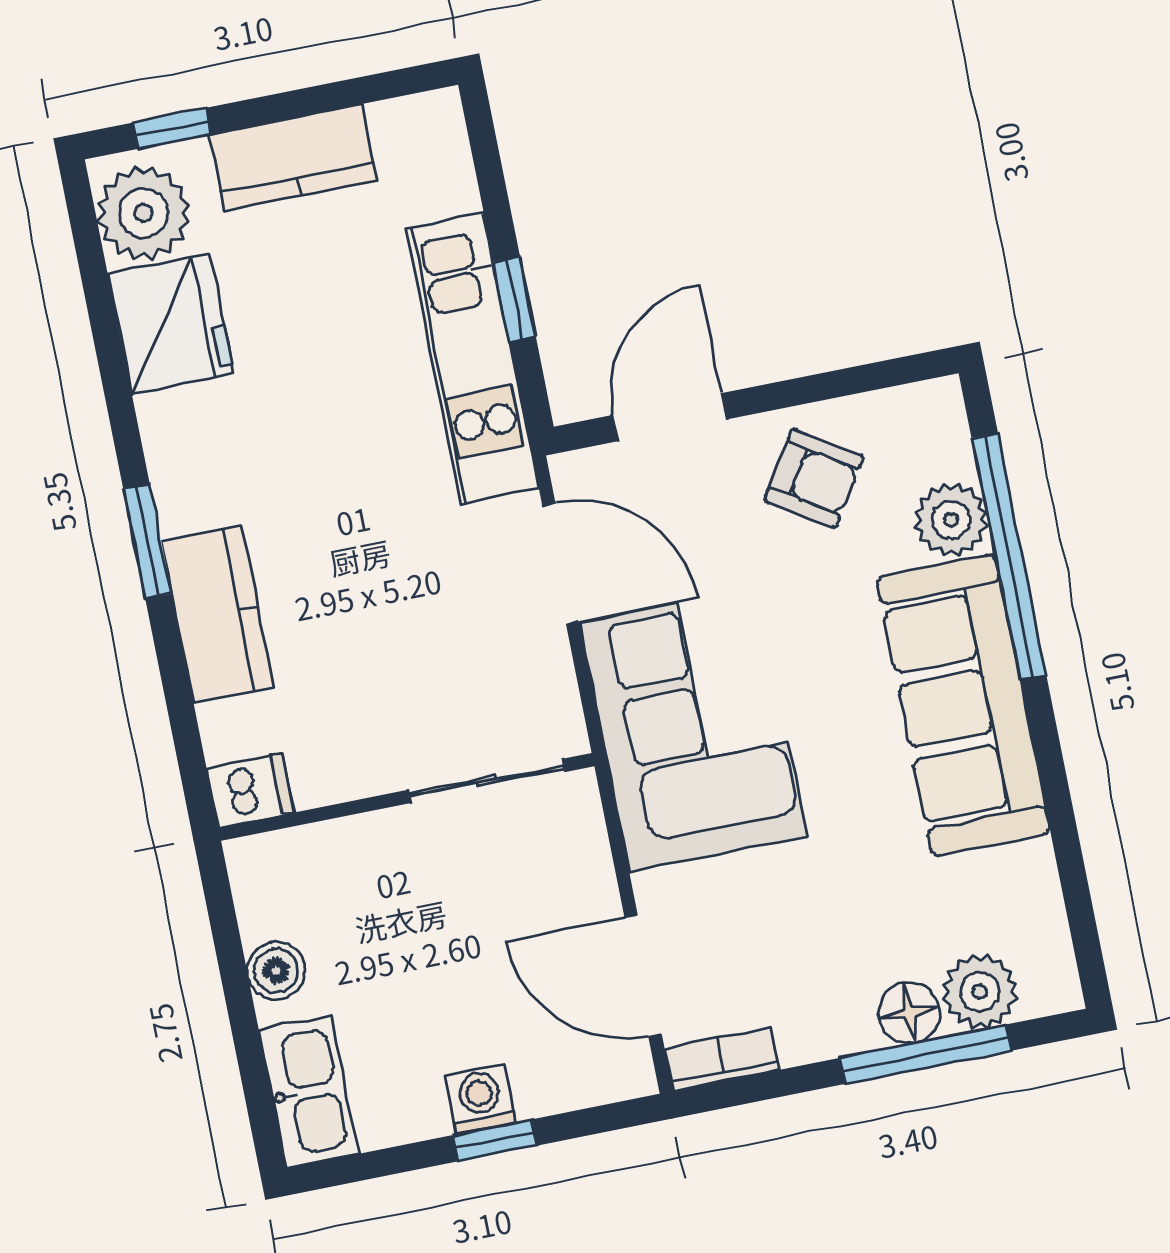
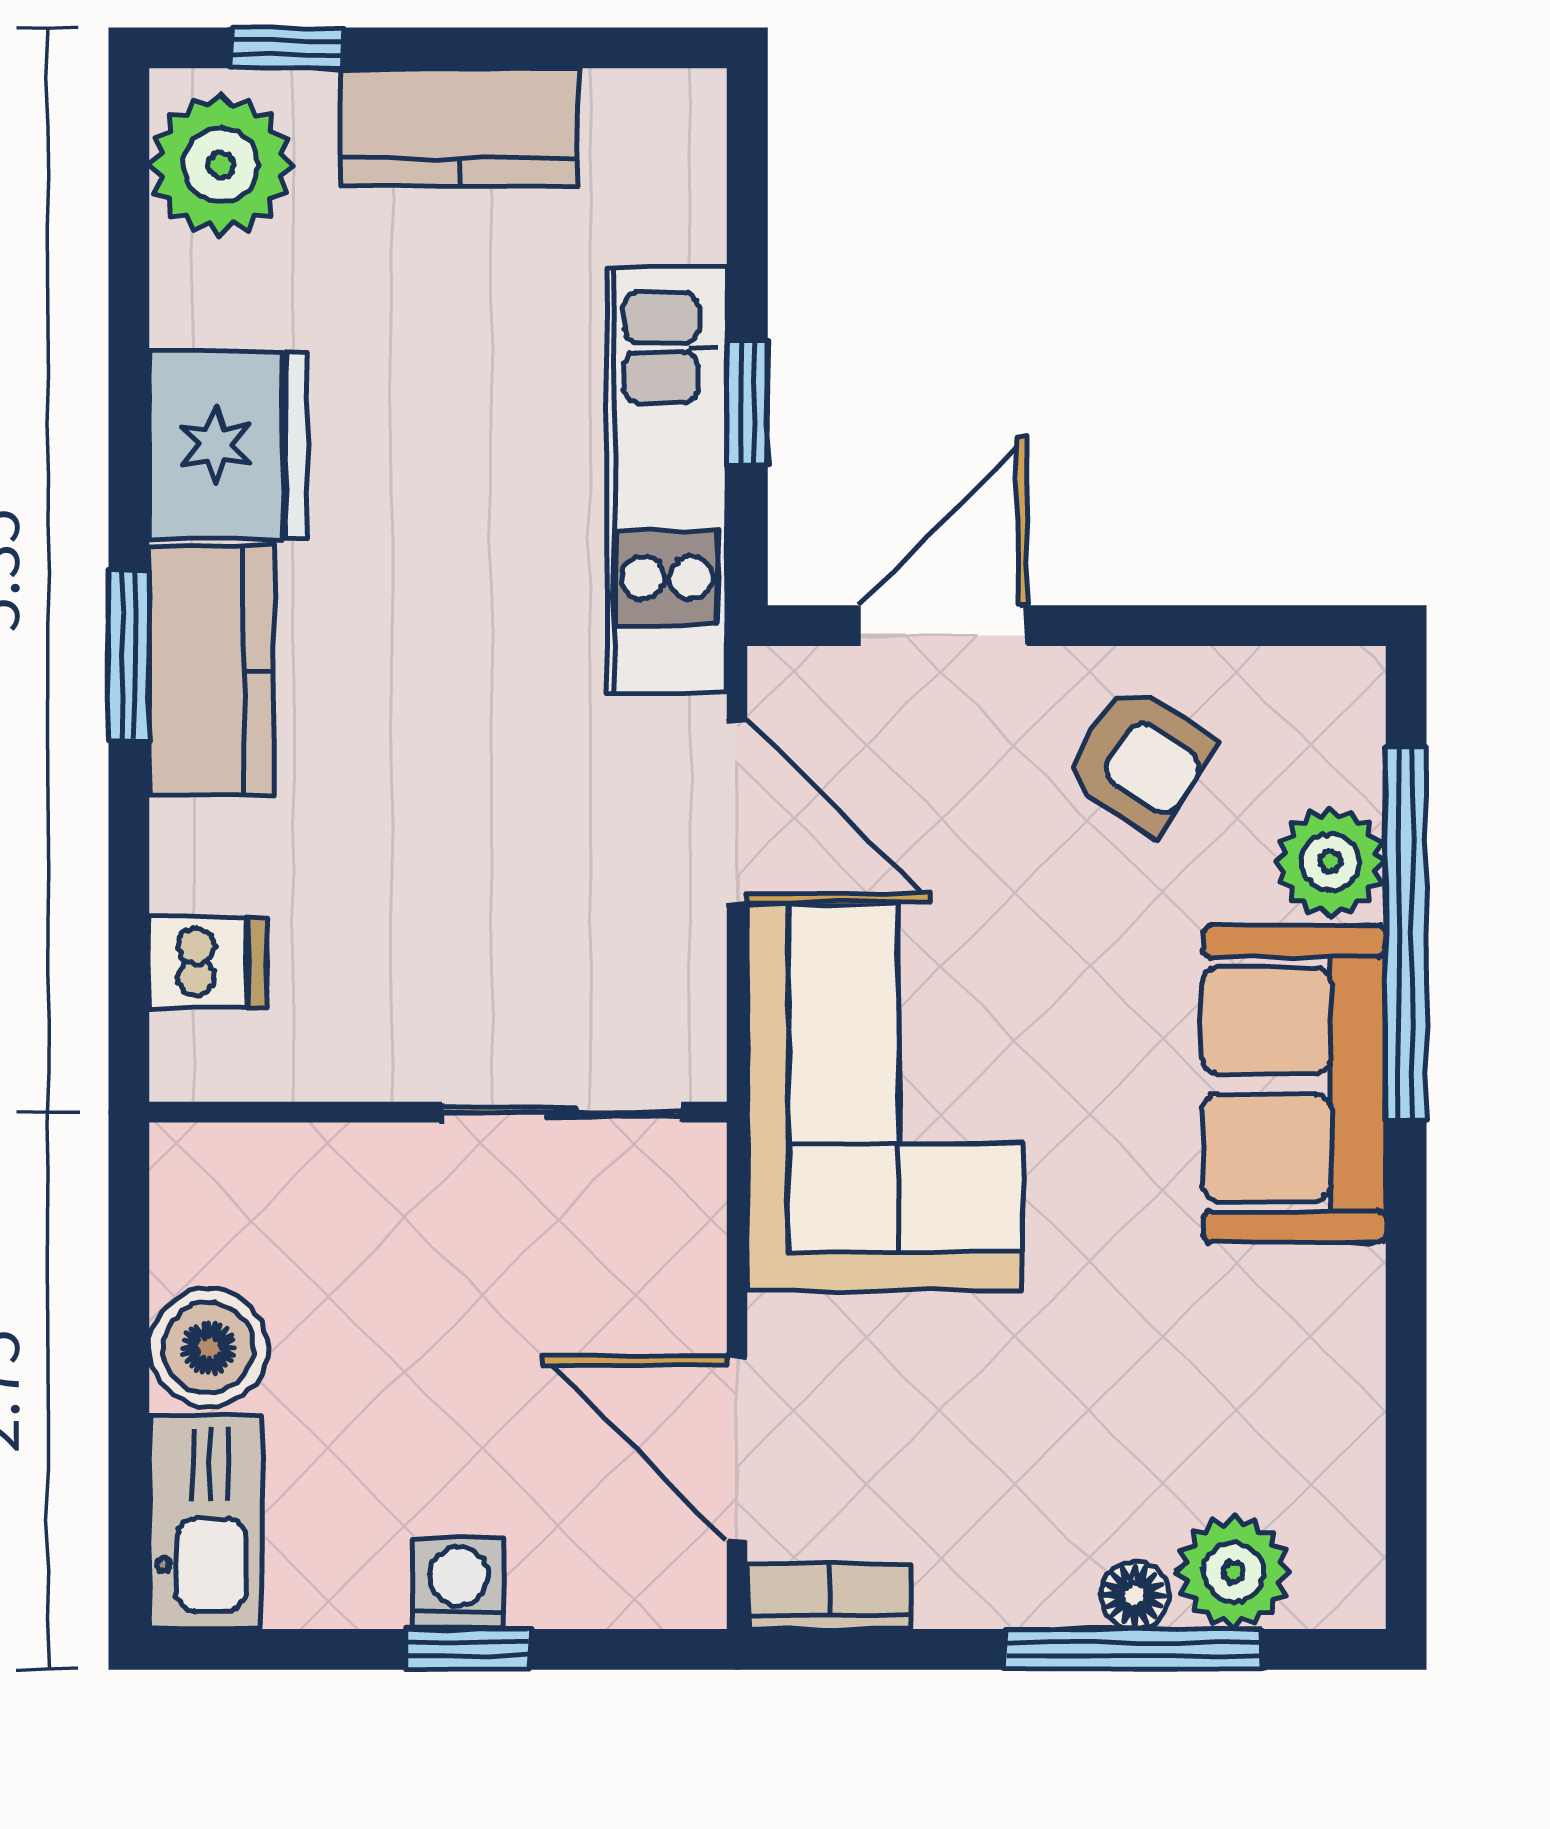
fridge: (171, 324) -> (228, 444), moved
kitchen counter: (217, 614) -> (211, 671), moved
sofa: (963, 705) -> (1294, 1084), width x0.73
dishwasher: (250, 791) -> (208, 962), moved
boiler: (276, 971) -> (209, 1348), width x1.36, depth x1.36
floor lamp: (909, 1013) -> (1134, 1595), width x0.73, depth x0.73

